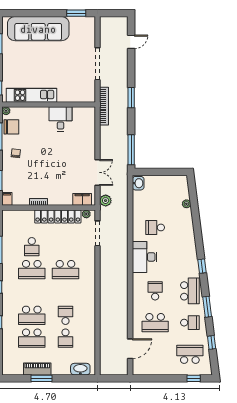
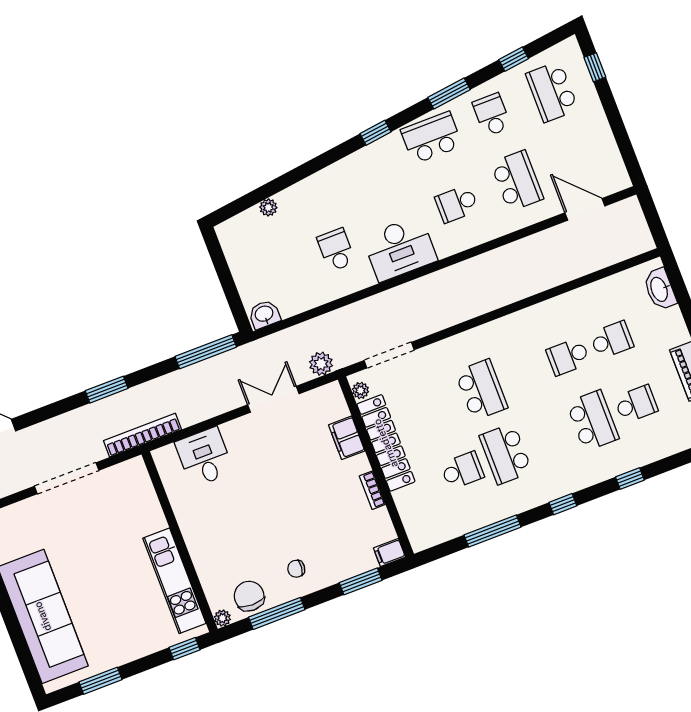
desk: (60, 119) -> (204, 457), moved, turned 90
filing cabinet: (82, 199) -> (347, 438), moved
school desk: (155, 227) -> (336, 250), turned 180
school desk: (32, 270) -> (506, 454), turned 180
school desk: (32, 338) -> (636, 404), width x0.54

